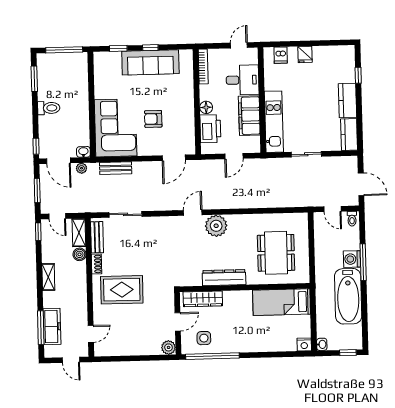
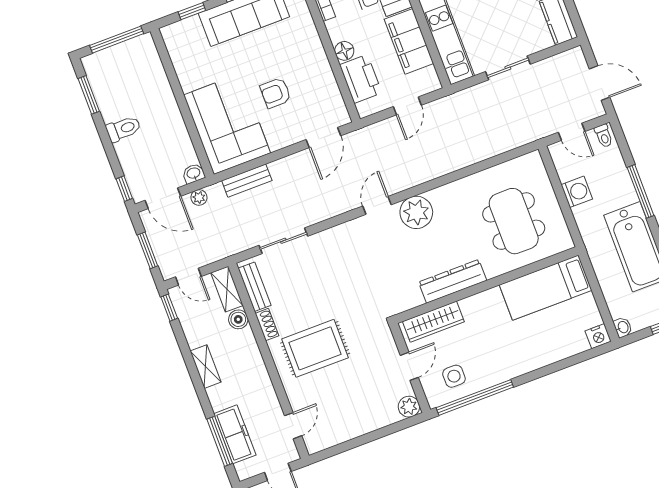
washing machine: (352, 259) -> (577, 192), moved, turned 180

